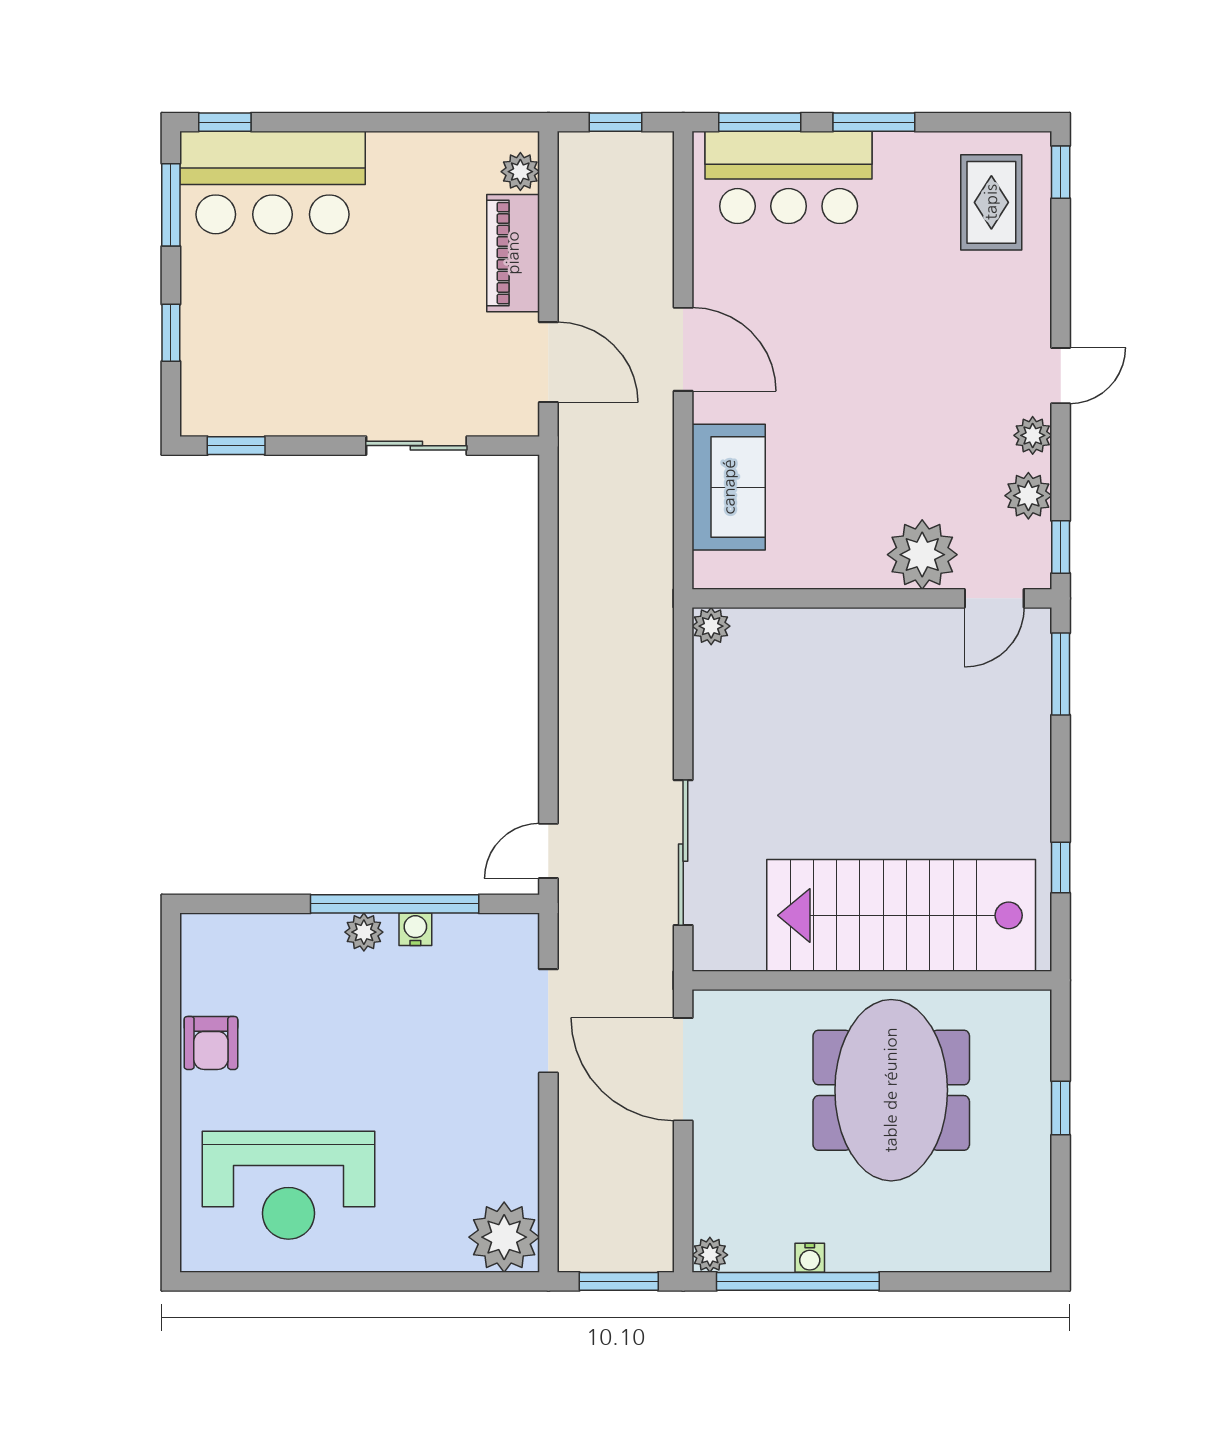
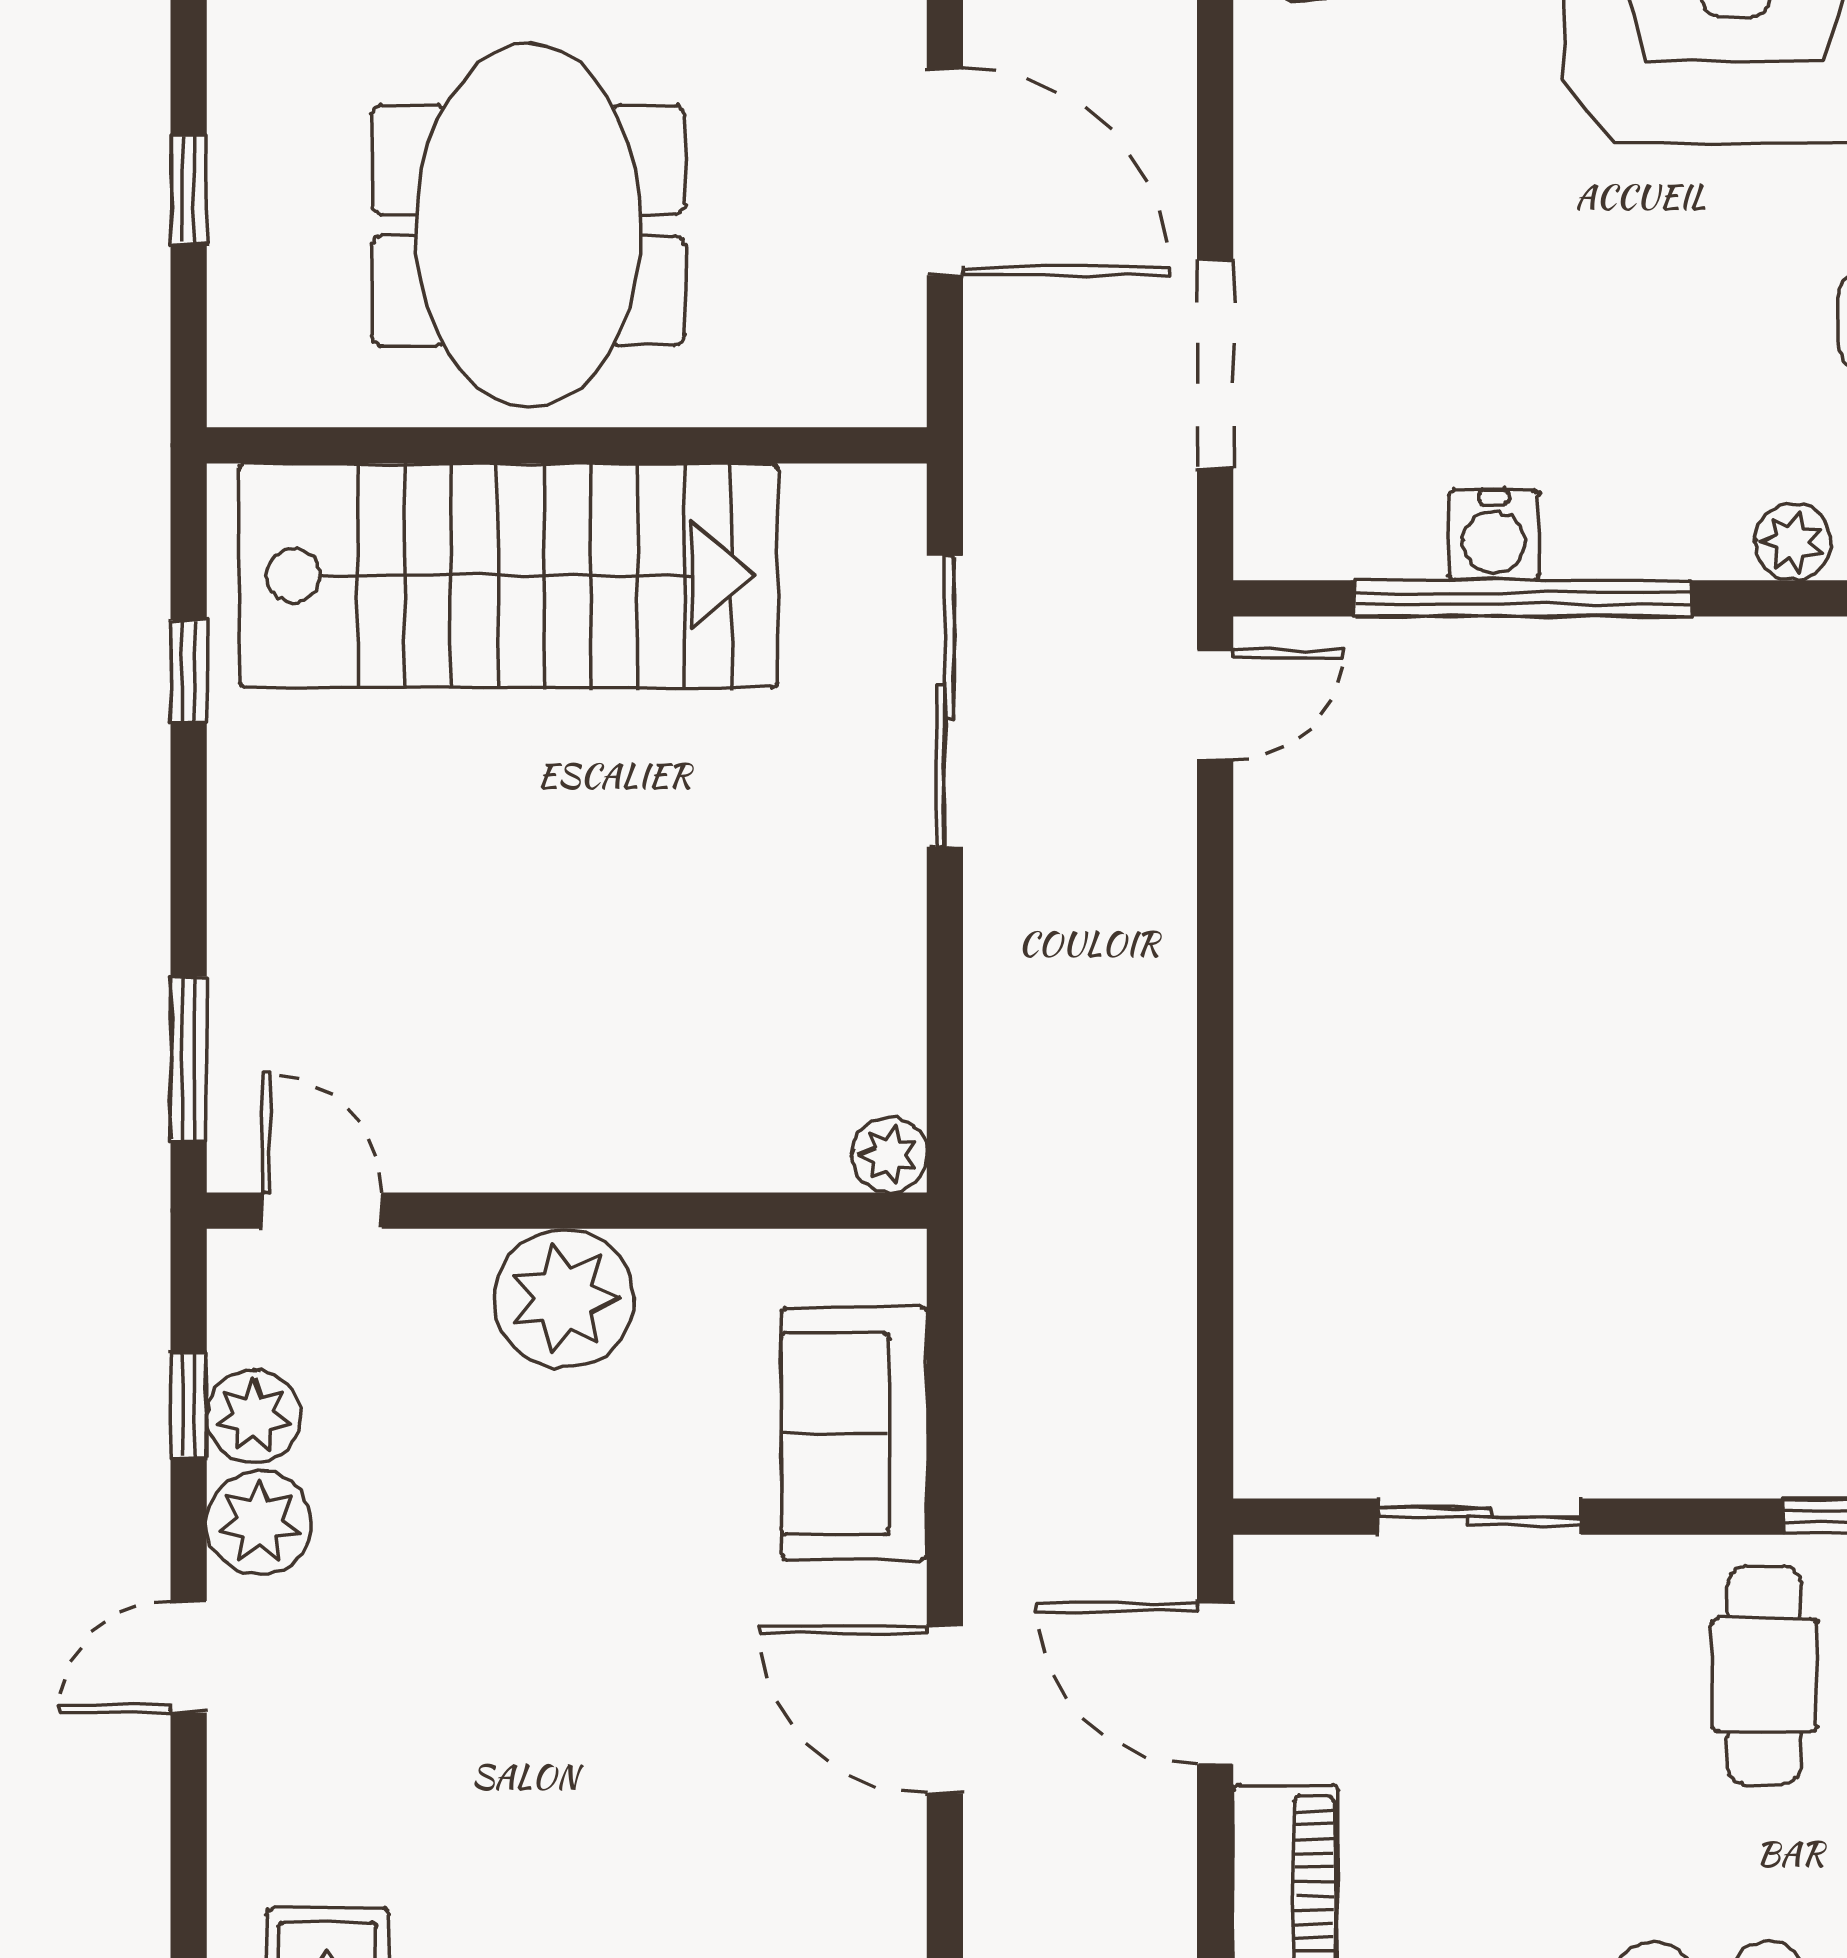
cafe table: (274, 367) -> (1764, 1675), added
plant: (1033, 435) -> (259, 1523), width x1.38, depth x1.38
window: (1061, 547) -> (189, 1405), moved
plant: (922, 555) -> (564, 1298), moved
door: (994, 598) -> (322, 1211), hinge flipped
water cooler: (415, 929) -> (1494, 535), width x1.38, depth x1.38
plant: (364, 932) -> (1793, 542), moved
door: (683, 1069) -> (945, 172), moved

